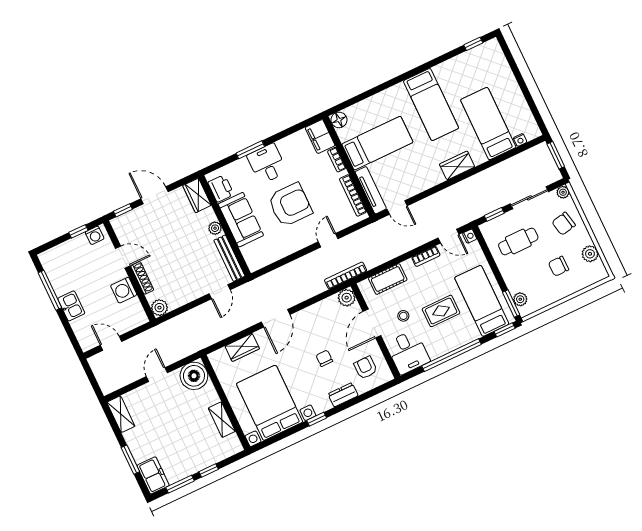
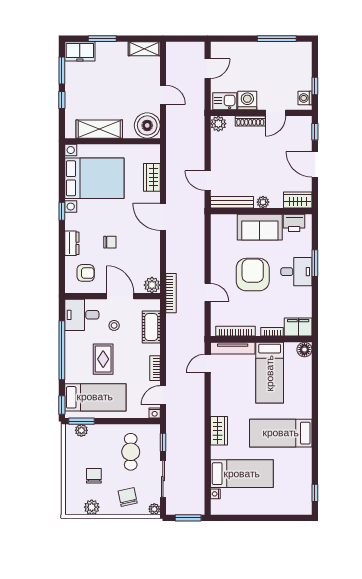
door: (155, 195) -> (315, 164), swing flipped
armchair: (290, 205) -> (253, 275), turned 180
kitchen sink: (71, 306) -> (225, 101), moved, turned 180
shelving: (222, 420) -> (99, 129), width x1.50, depth x1.33

